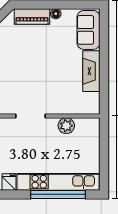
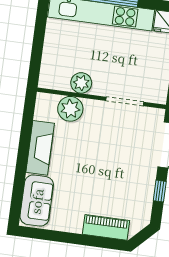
floor lamp: (56, 14) -> (75, 227), removed
plant: (72, 105) -> (70, 109), added

